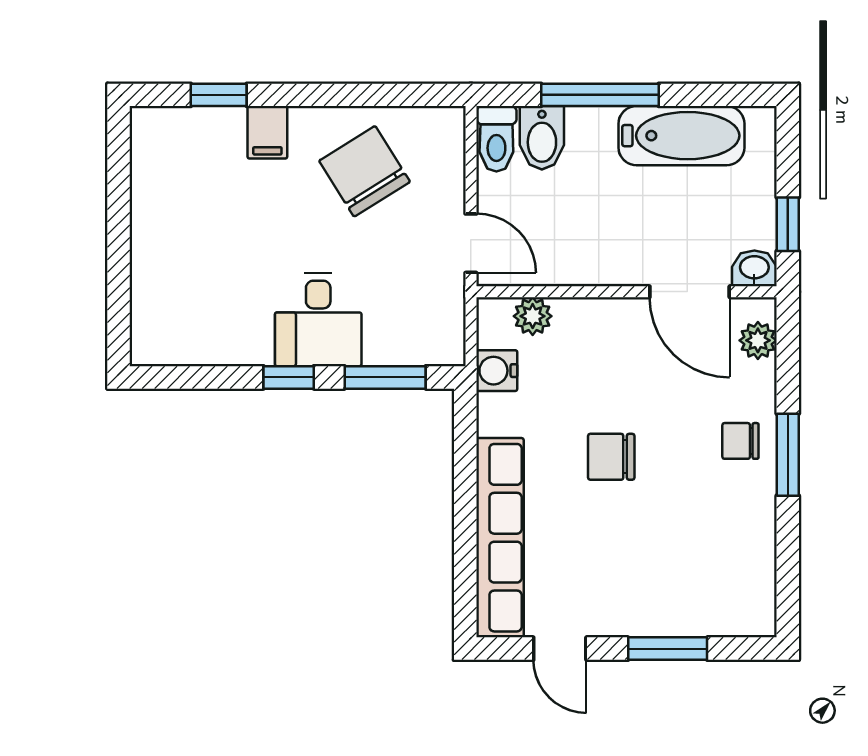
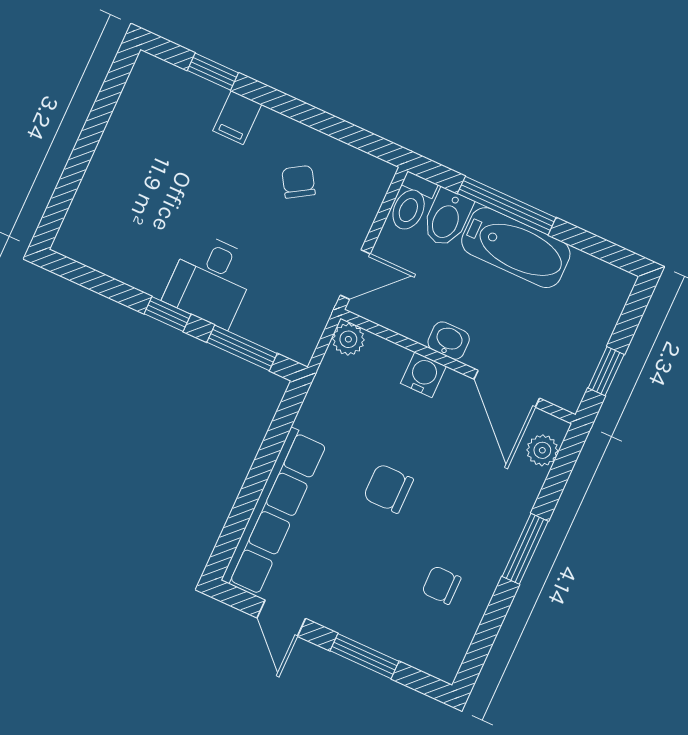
bathtub: (681, 136) -> (516, 248), moved
chair: (365, 171) -> (298, 182), width x0.54, depth x0.54
door: (471, 243) -> (355, 275), hinge flipped
washbasin: (754, 268) -> (449, 341), moved
plant: (533, 316) -> (348, 339), moved
water cooler: (497, 371) -> (423, 375), moved, turned 90
chair: (740, 441) -> (441, 585), moved

